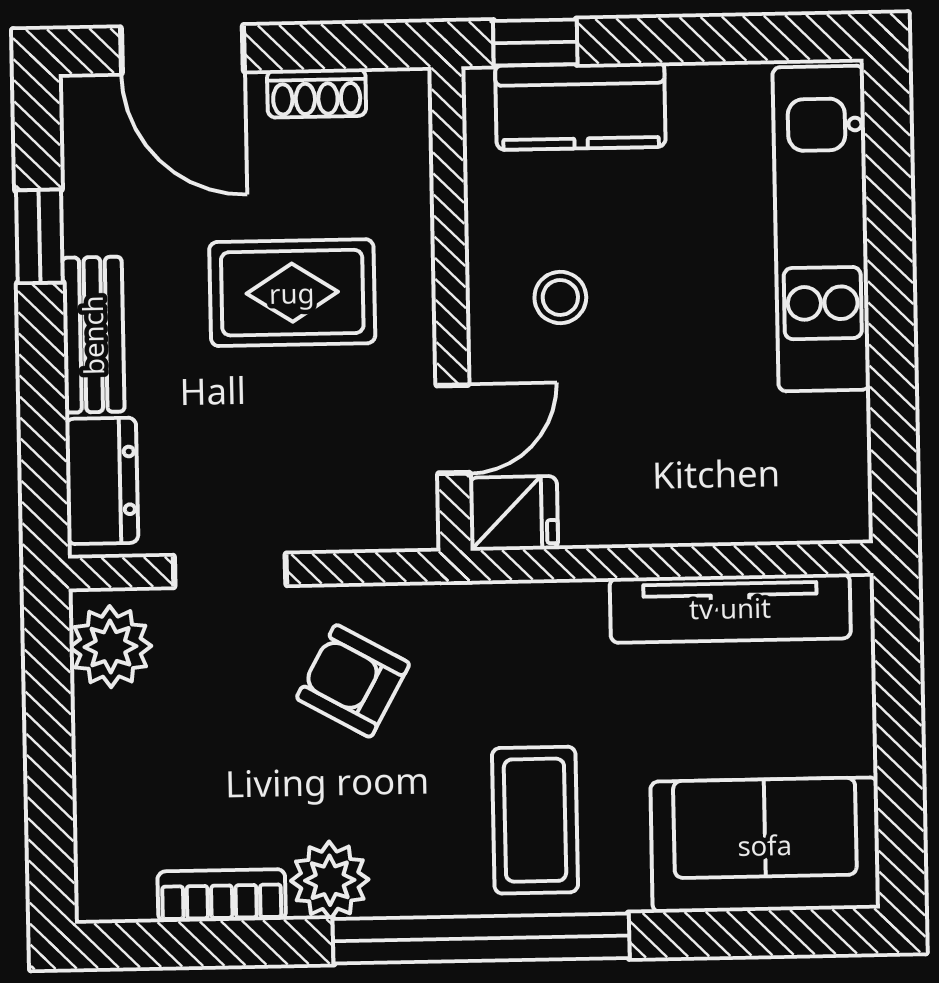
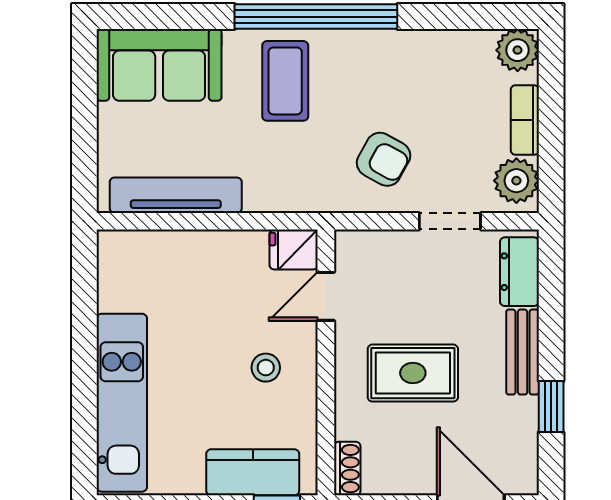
shoe rack: (317, 93) -> (347, 469), moved, turned 90
plant: (330, 880) -> (518, 50), moved
bookcase: (222, 896) -> (525, 120), moved, turned 90

